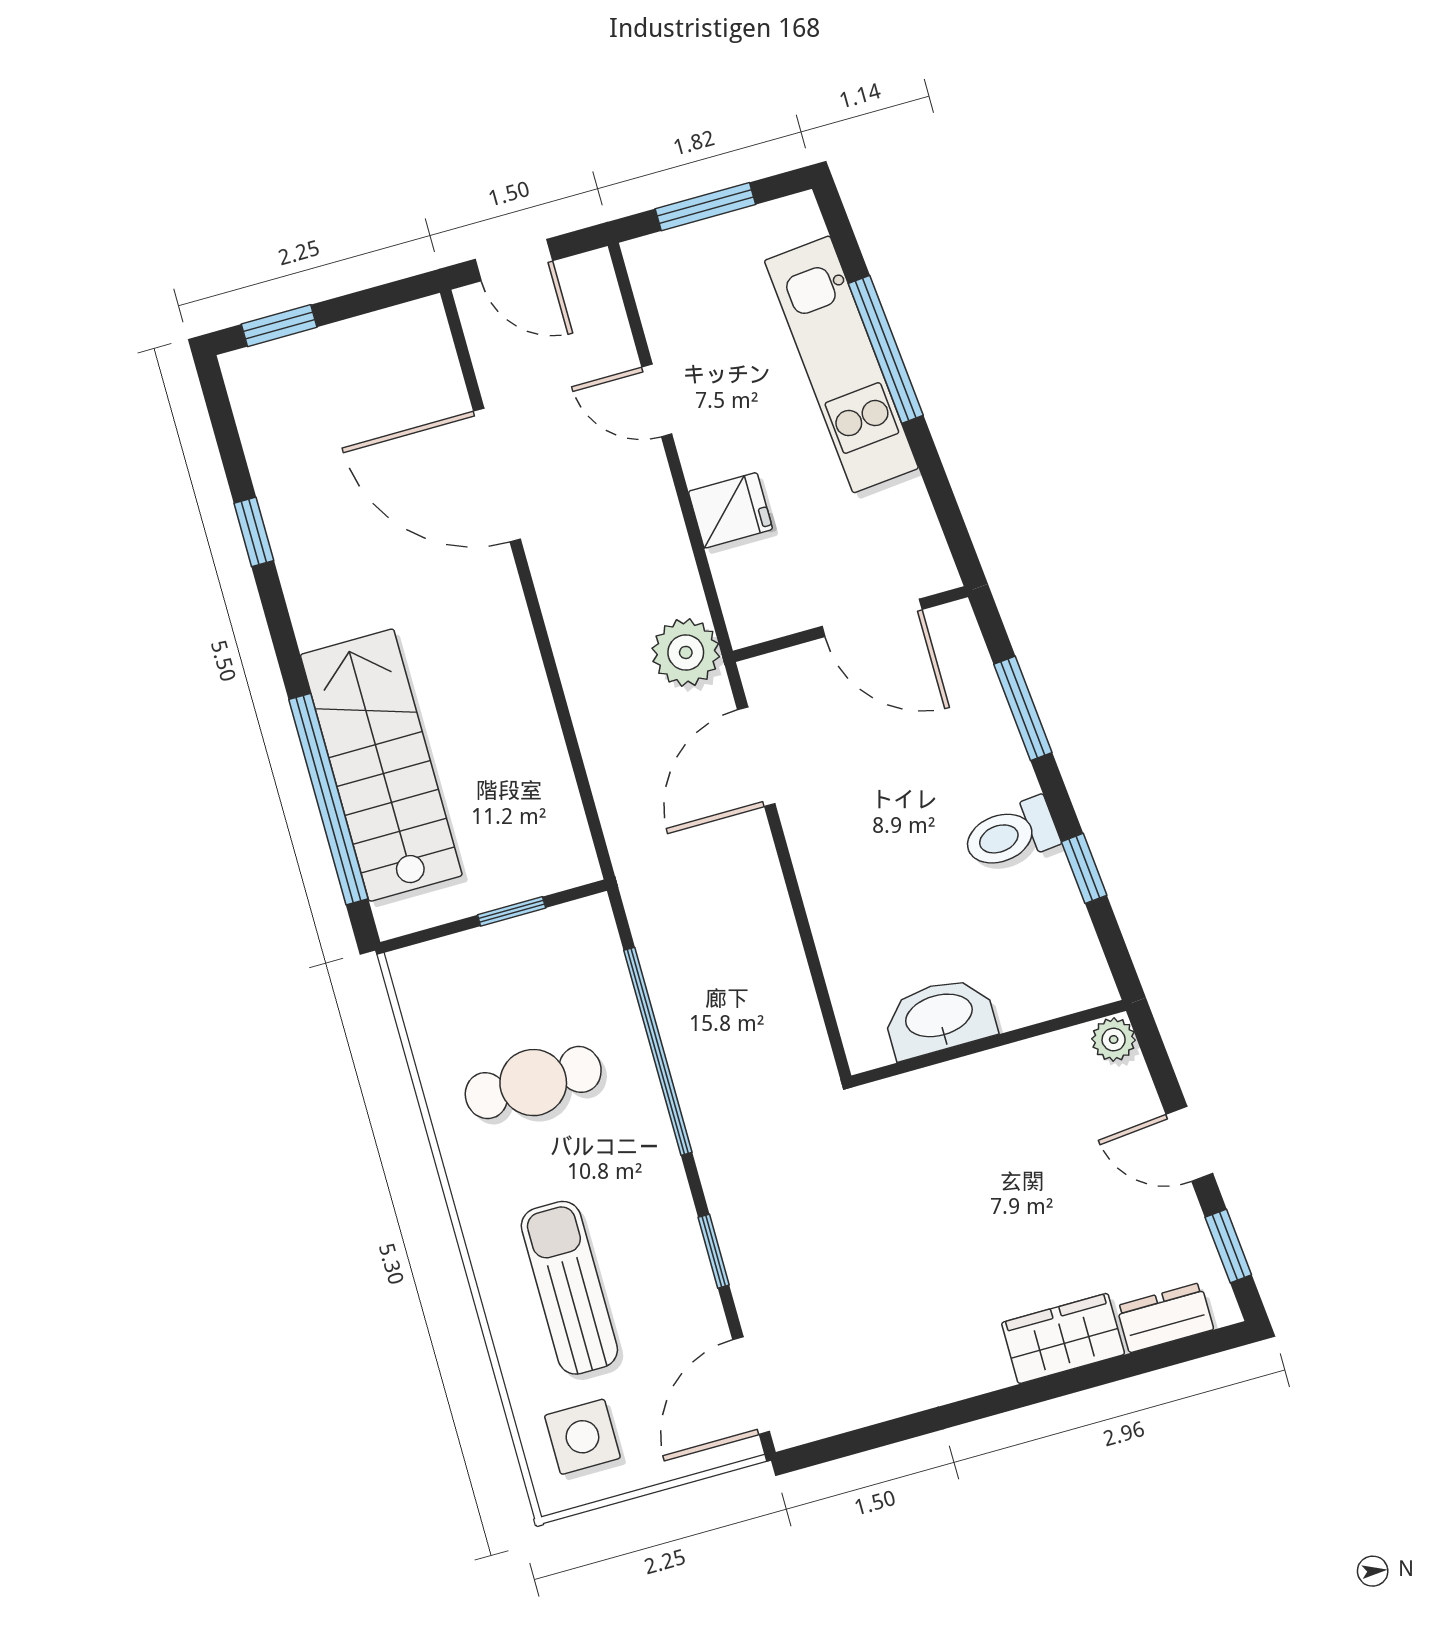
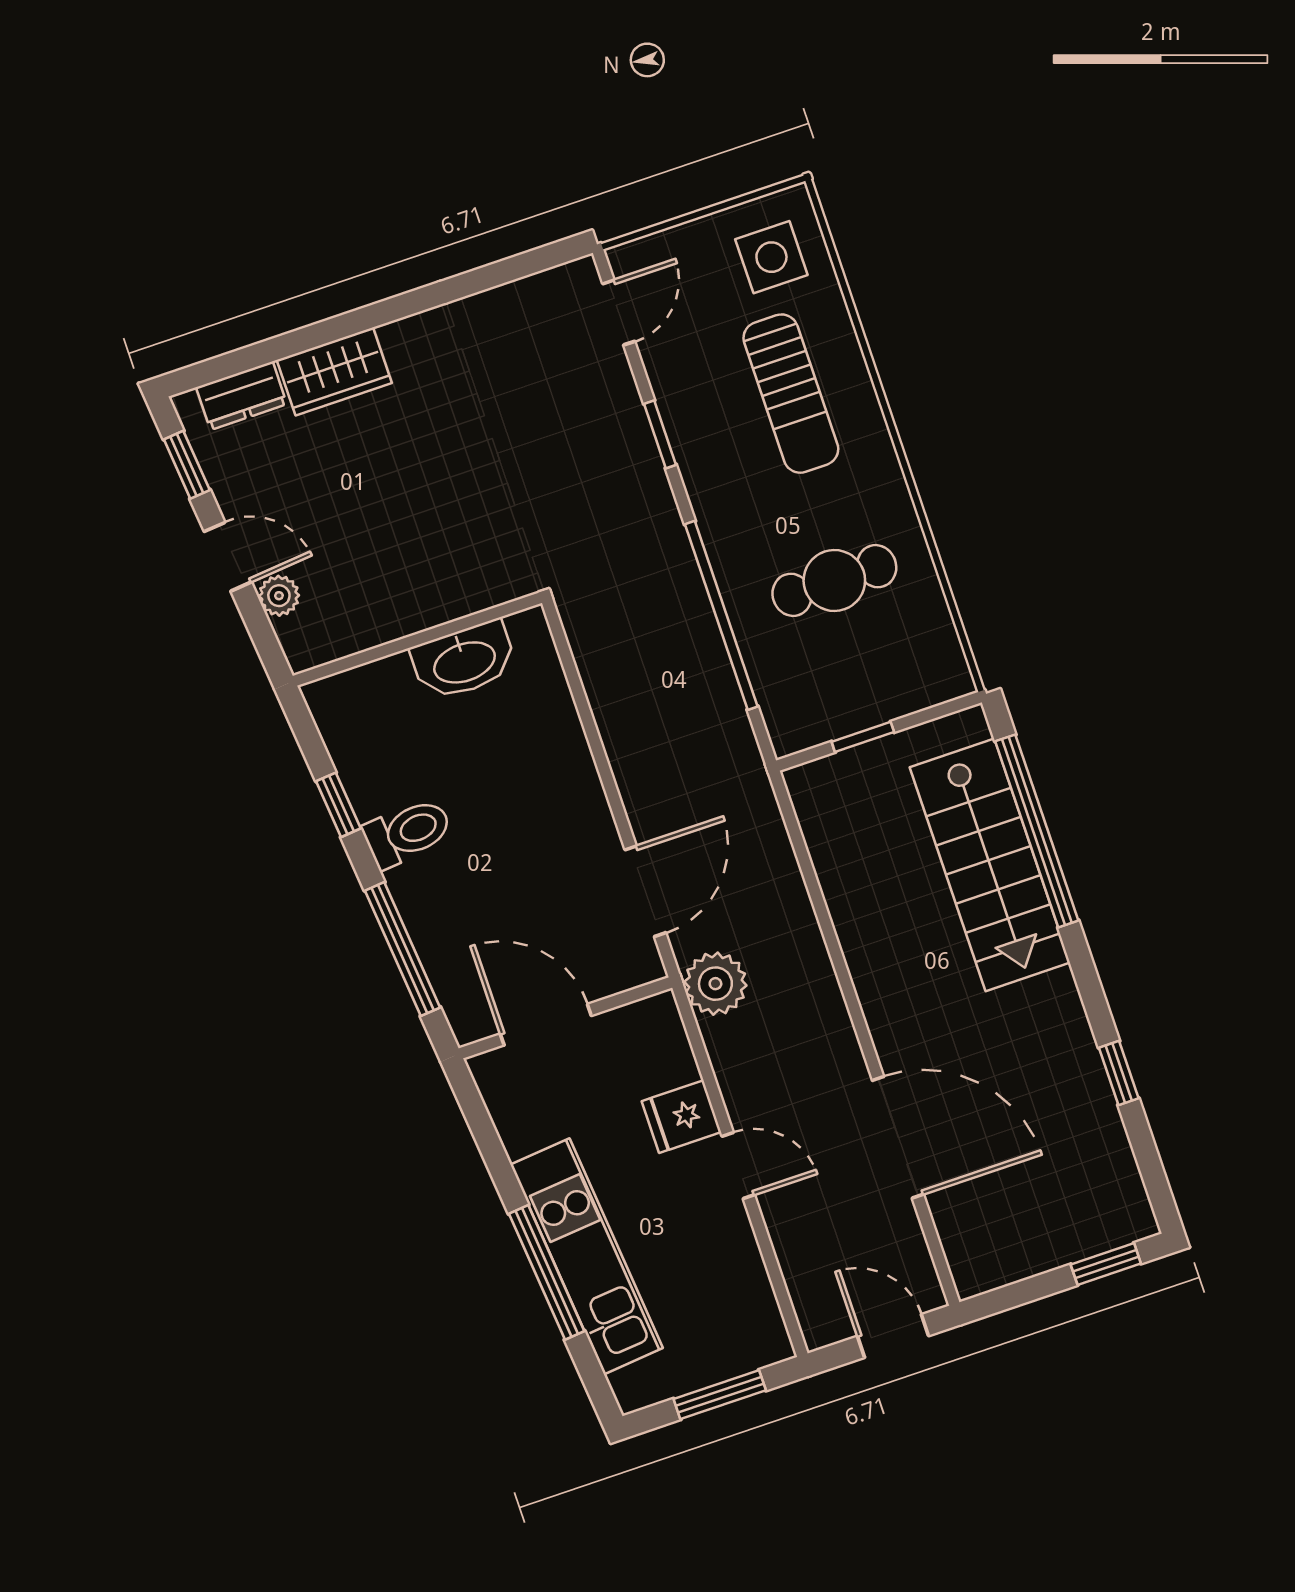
door: (657, 401) -> (738, 1166), moved
window: (1023, 708) -> (403, 949), width x1.44
plant: (1114, 1040) -> (279, 596), moved
door: (751, 1386) -> (619, 313), width x0.73

